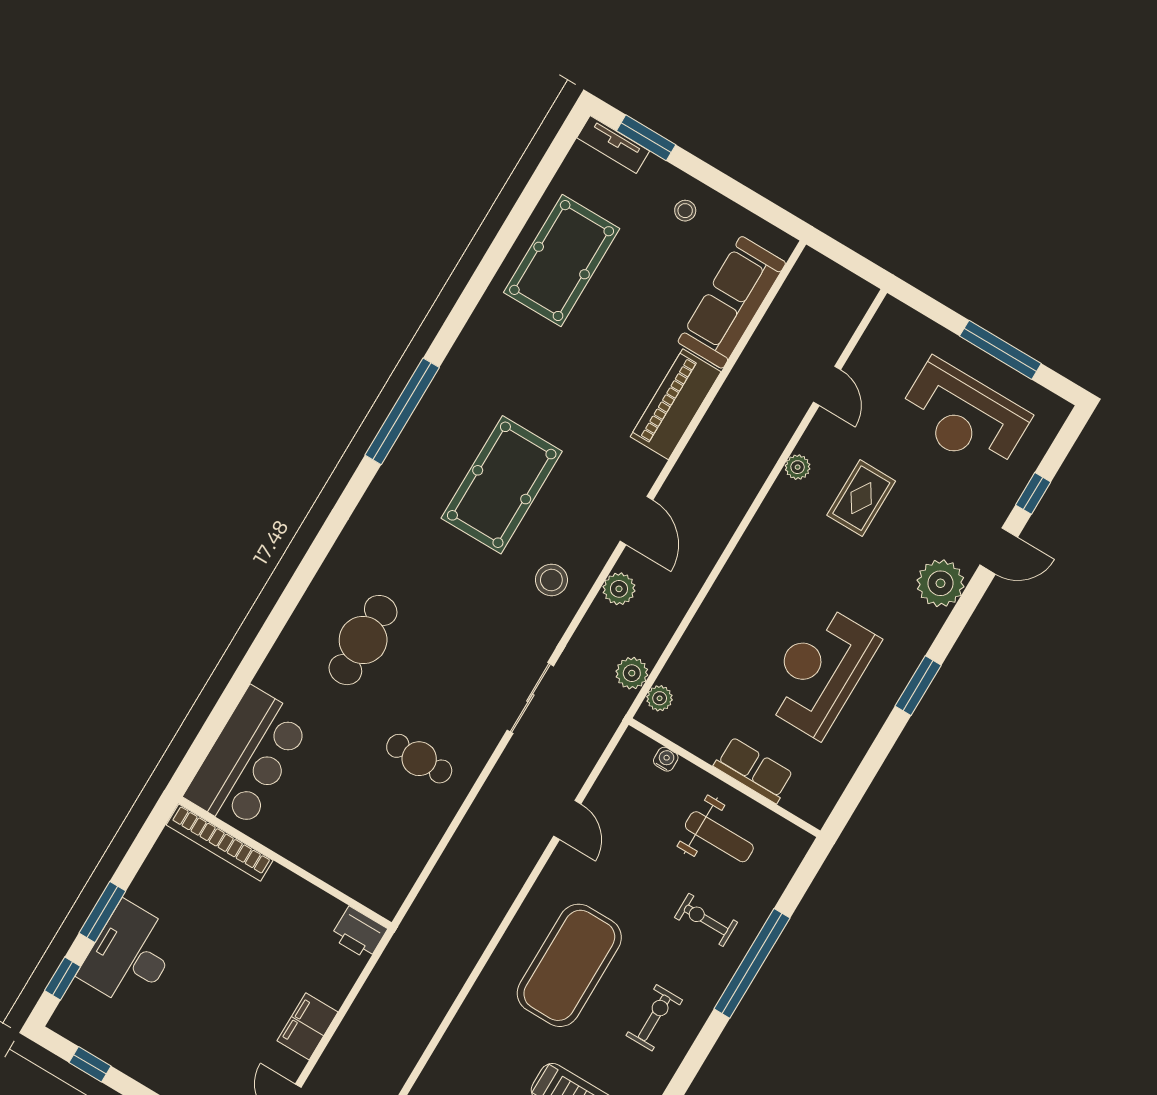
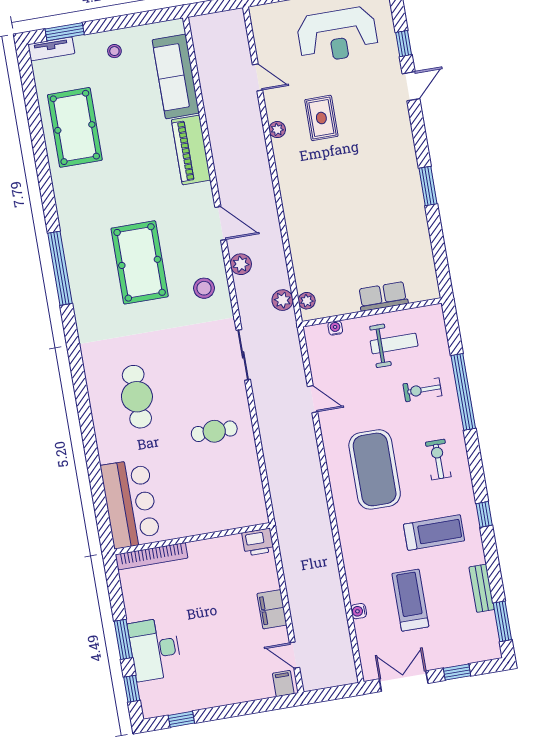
plant: (940, 583) -> (396, 126), removed
reception desk: (820, 671) -> (374, 220), removed

